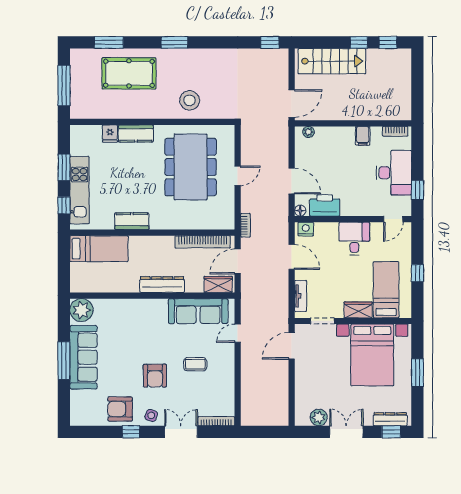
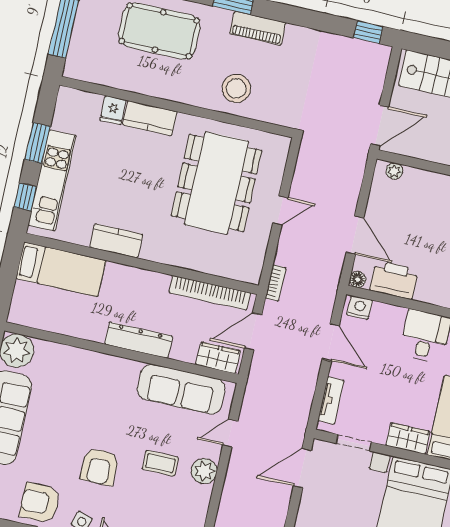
piano: (195, 57) -> (258, 28), added
plant: (226, 363) -> (204, 471), added

